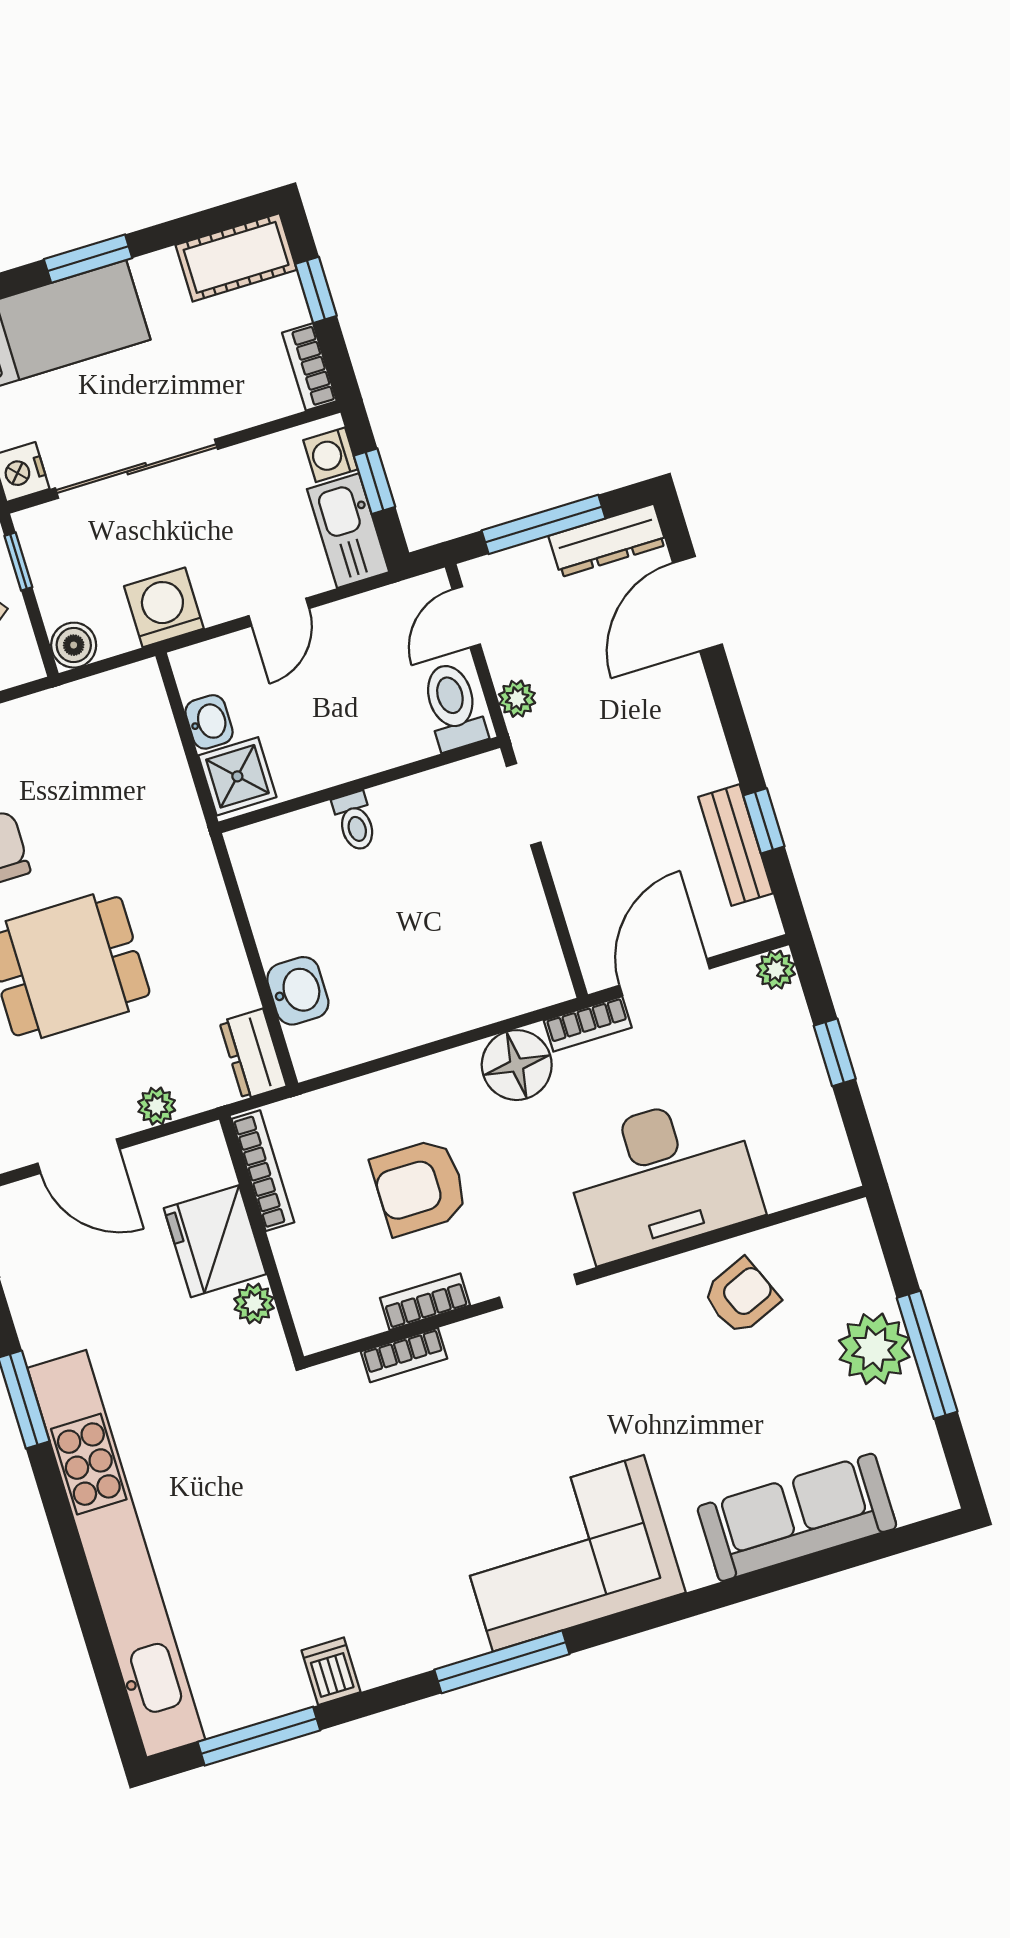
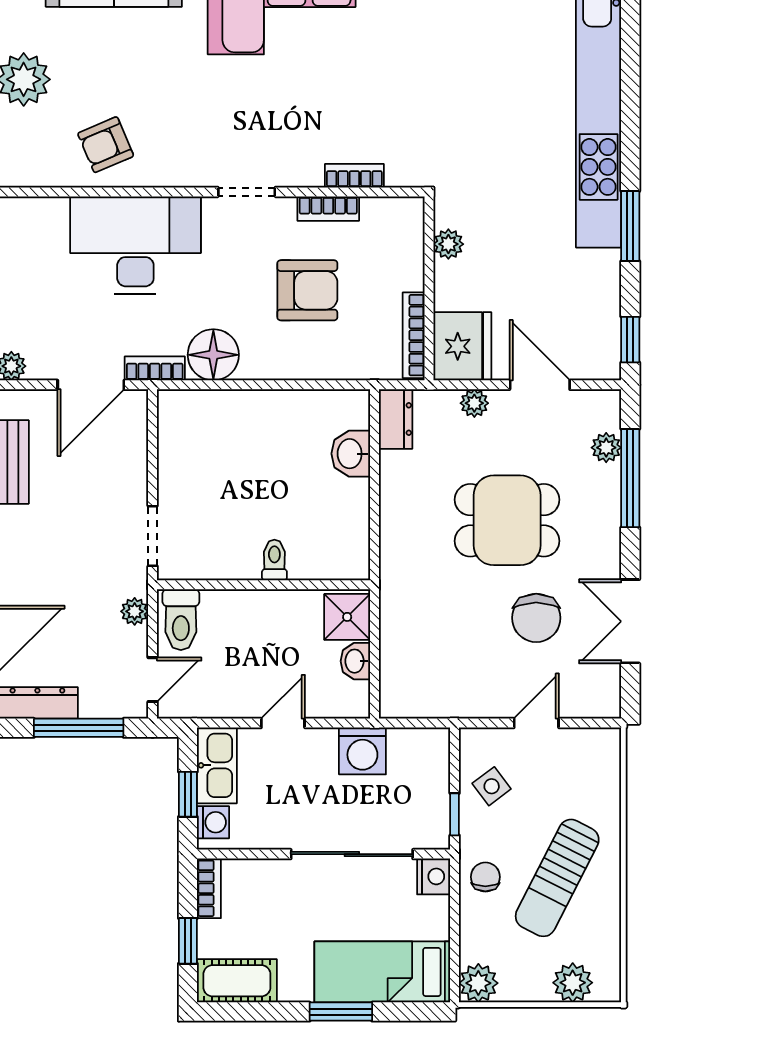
boiler: (74, 645) -> (434, 744), removed
fridge: (215, 1241) -> (462, 346), moved

